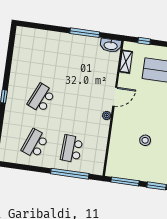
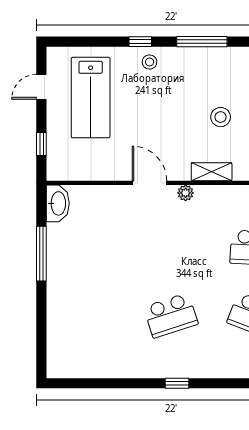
shelving: (126, 62) -> (212, 172), moved
school desk: (41, 98) -> (171, 315), turned -42

